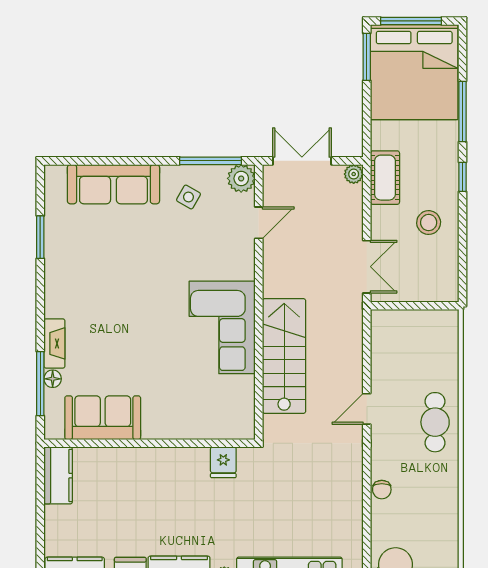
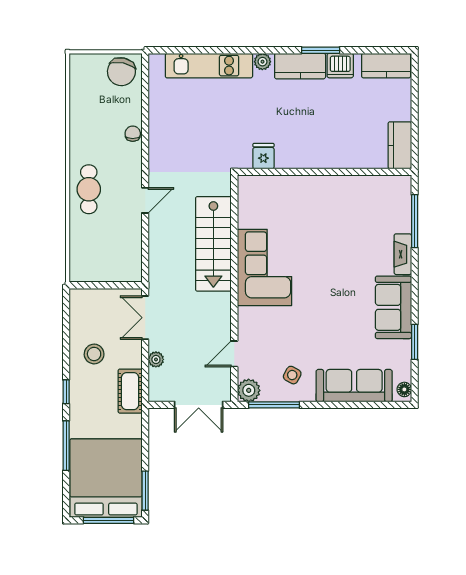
plant: (354, 174) -> (156, 359), moved
floor lamp: (53, 379) -> (404, 389), moved
sofa: (103, 418) -> (393, 307), moved, turned 90

